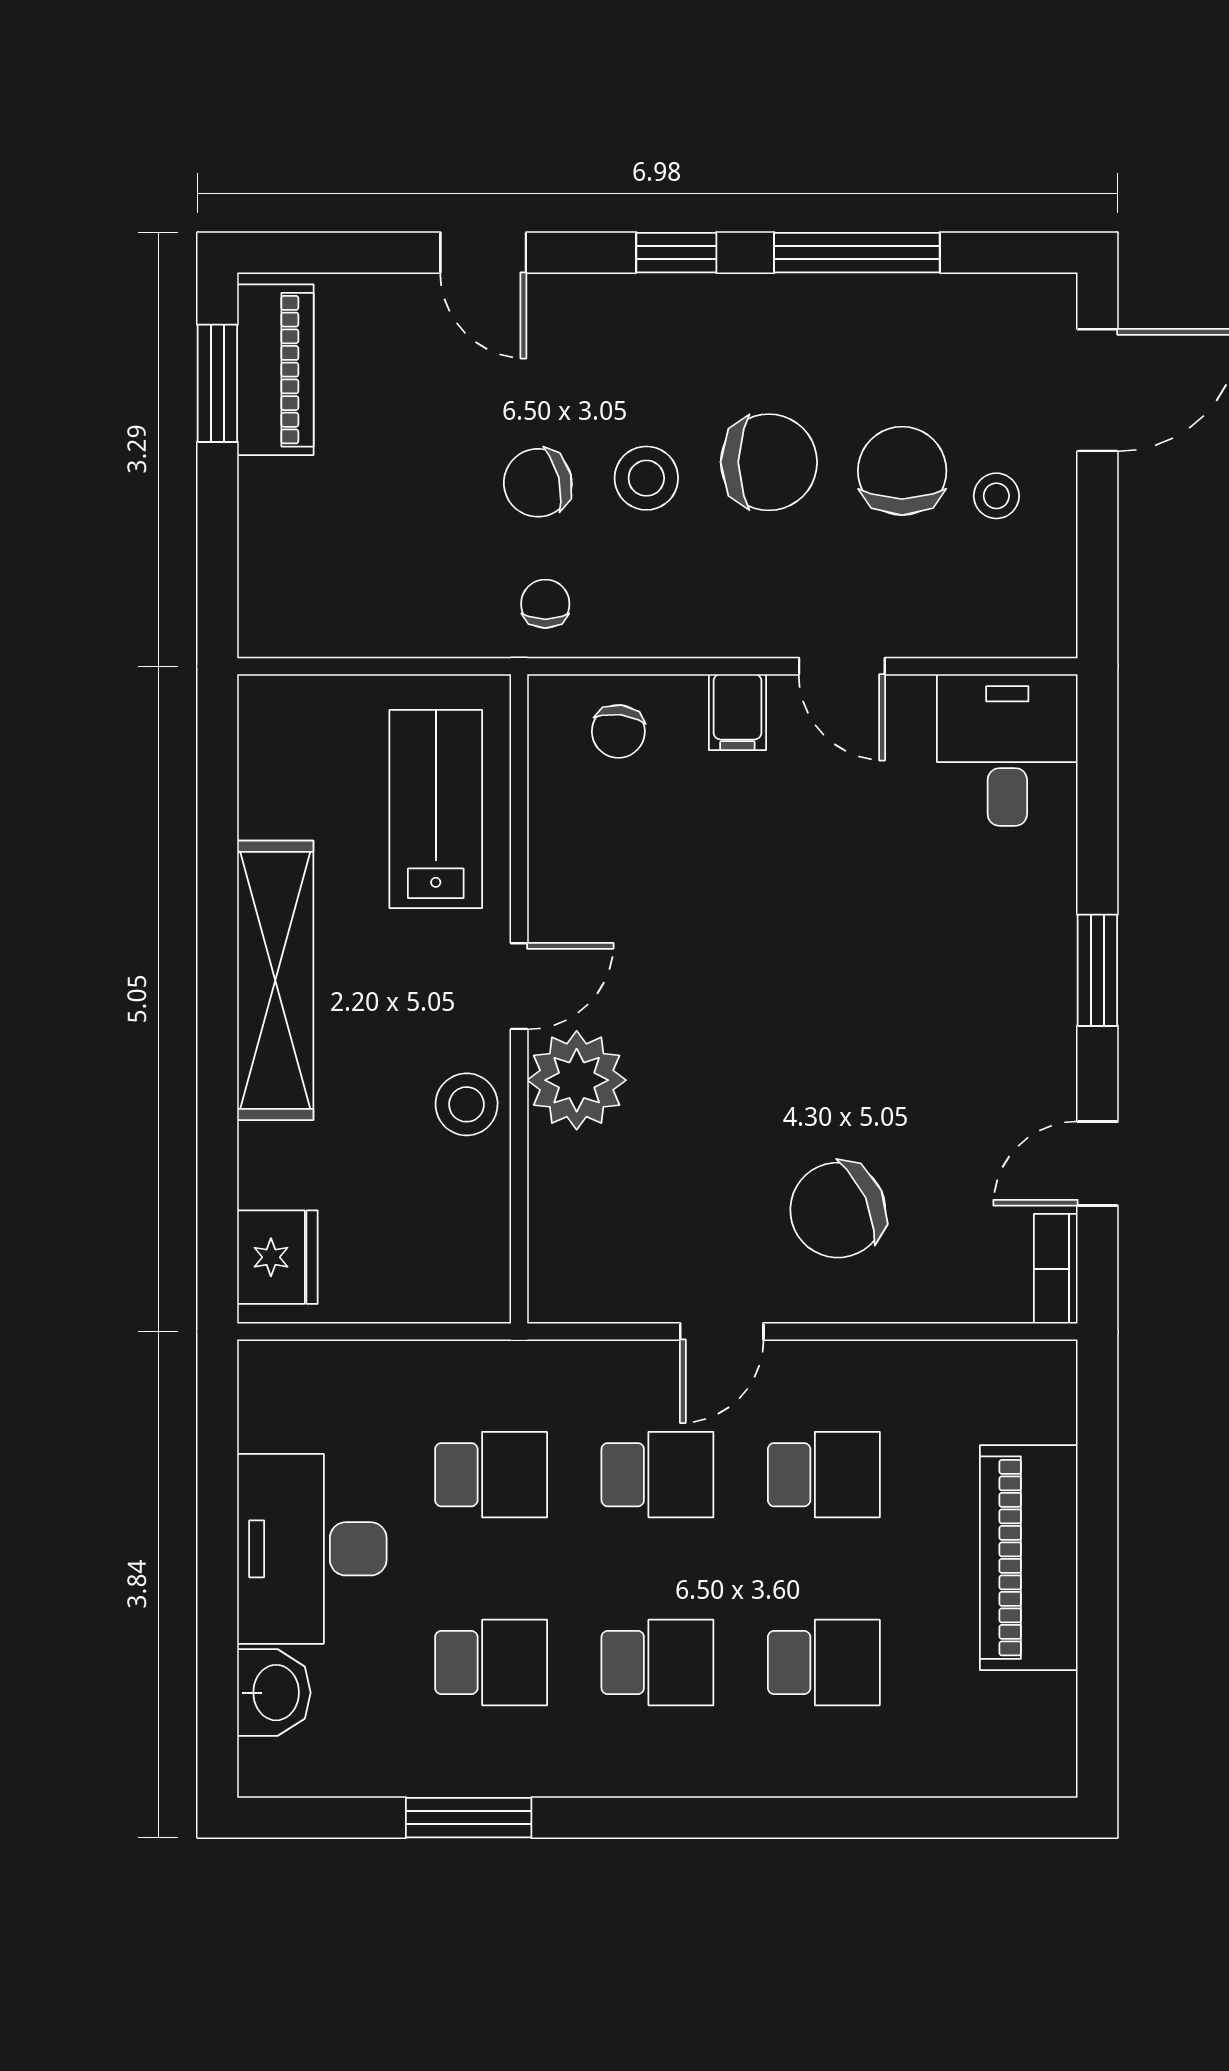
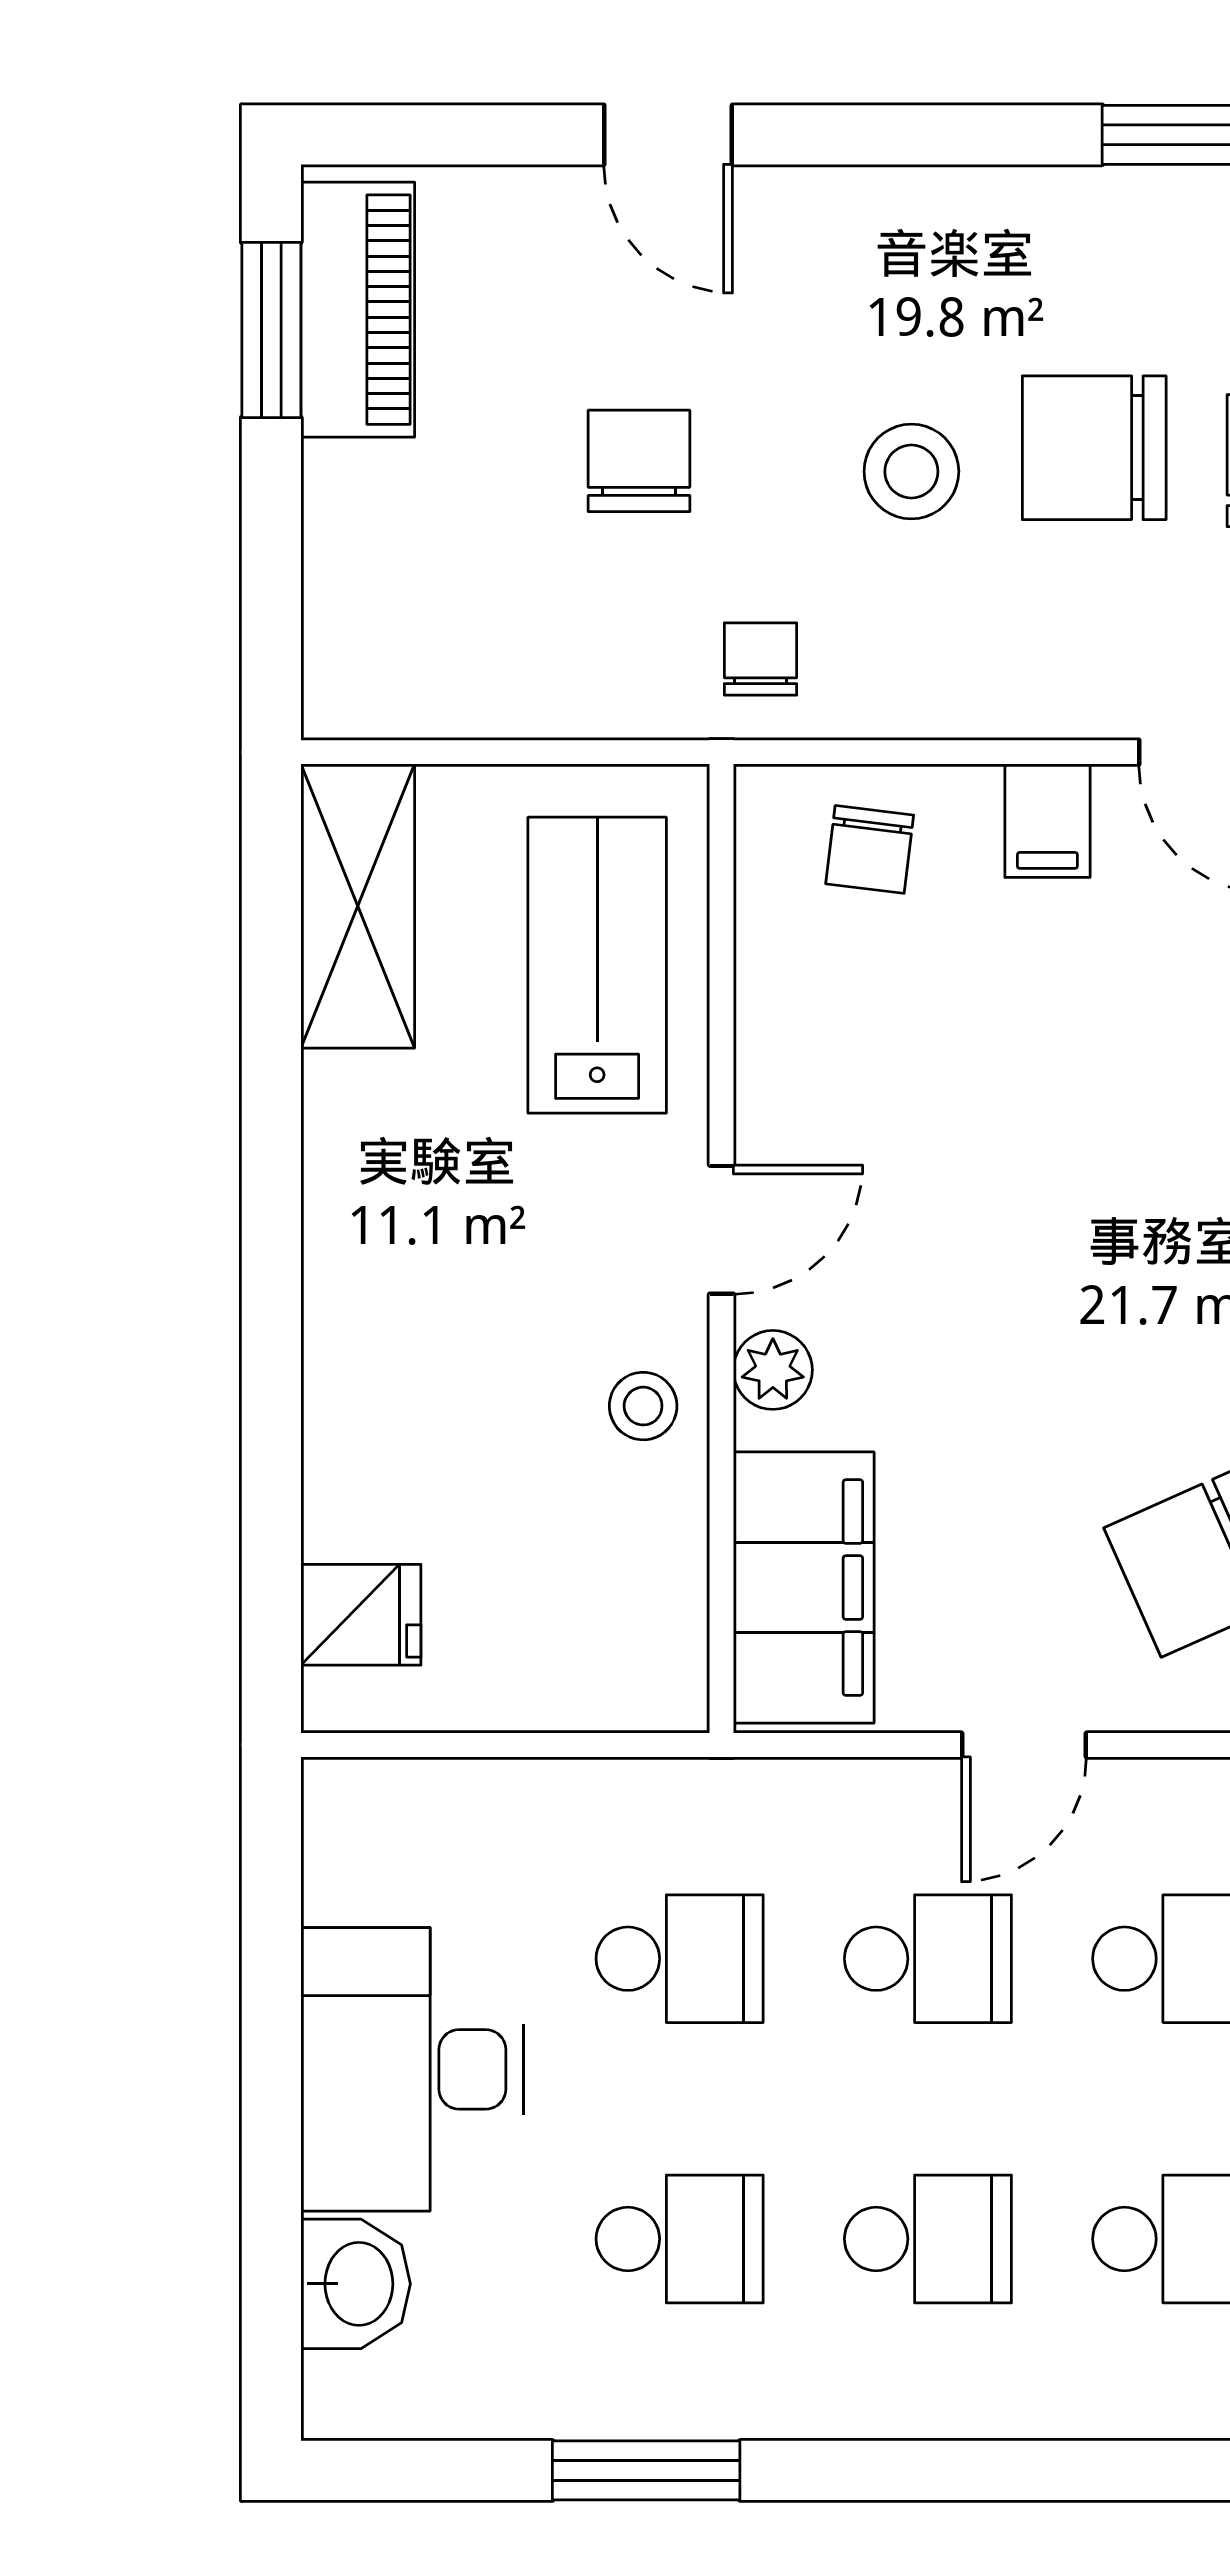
window: (676, 253) -> (956, 135), removed
chair: (769, 462) -> (1094, 448), turned 180
chair: (538, 483) -> (639, 461), moved, turned 104
shelving: (275, 980) -> (358, 906), moved, width x0.68
plant: (577, 1080) -> (773, 1370), width x0.53, depth x0.53
stool: (467, 1104) -> (643, 1406), width x0.73, depth x0.73
filing cabinet: (574, 1226) -> (804, 1588), added
fridge: (277, 1257) -> (361, 1615), width x0.72

